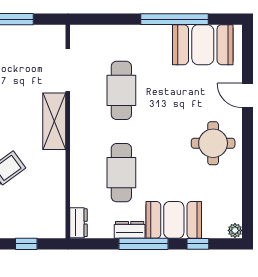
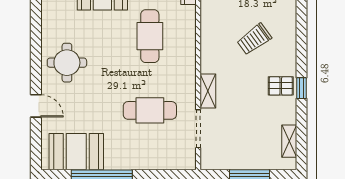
cafe table: (121, 90) -> (150, 110), turned 90
shelving: (54, 121) -> (208, 91), width x0.67, depth x0.75

